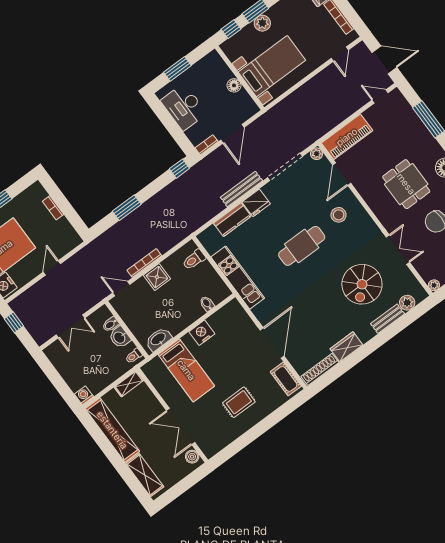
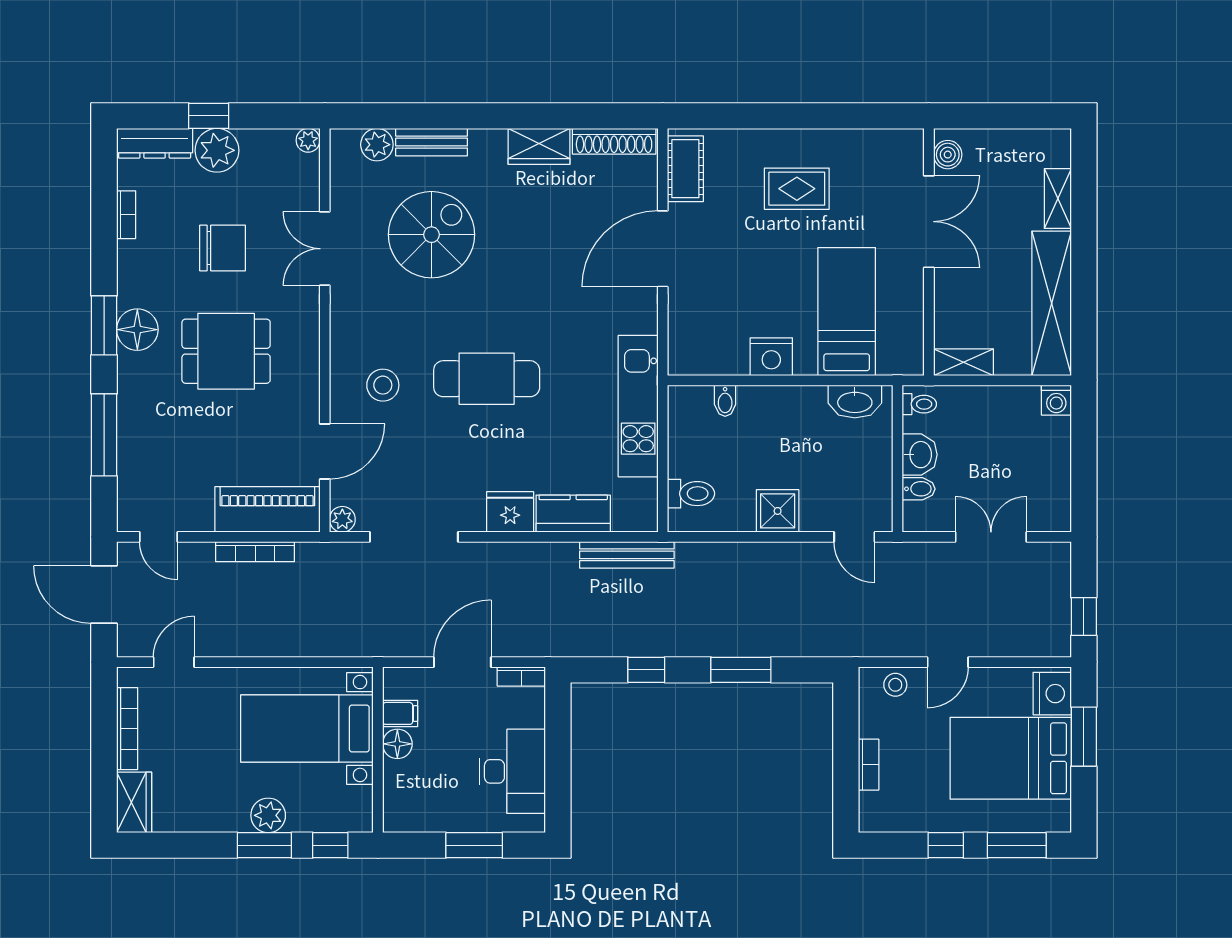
filing cabinet: (241, 97) -> (400, 713), added
window: (179, 169) -> (646, 670), moved
dining table: (406, 184) -> (226, 351), turned 90
bench: (241, 189) -> (627, 555), moved
stool: (65, 245) -> (895, 685), added
bookcase: (144, 263) -> (255, 552), moved
shelving: (145, 475) -> (1058, 199), width x0.67, depth x0.75

